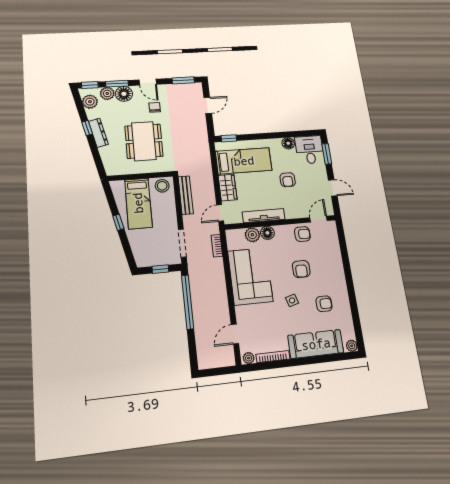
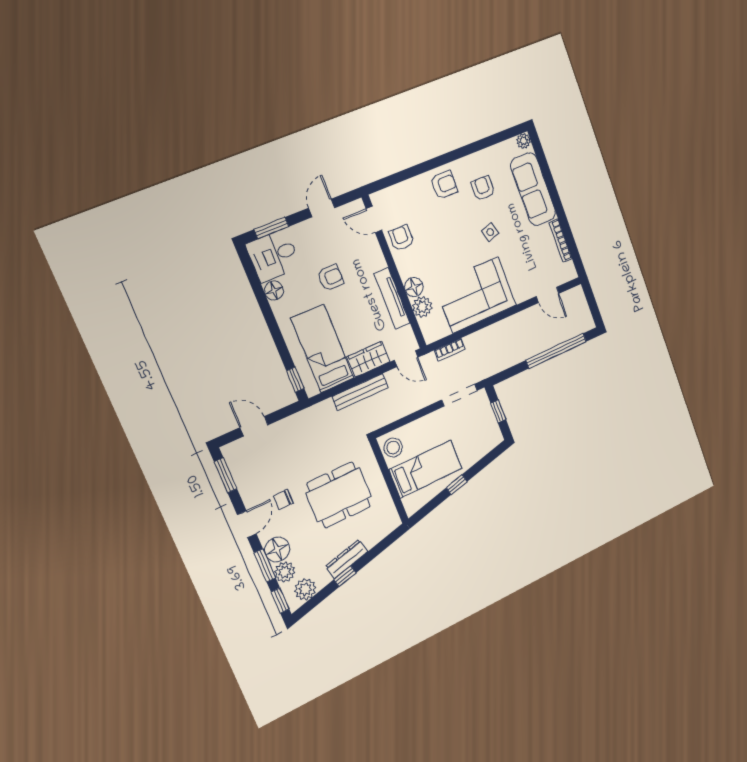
bench: (186, 195) -> (360, 392), moved
armchair: (301, 269) -> (444, 185), moved
window: (188, 302) -> (556, 351), moved
plant: (249, 358) -> (569, 270), removed

